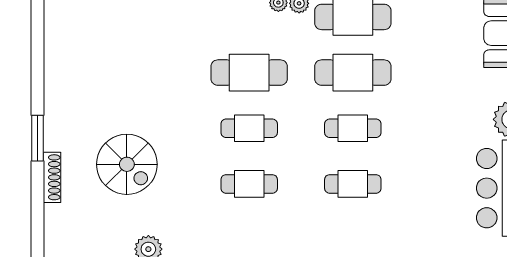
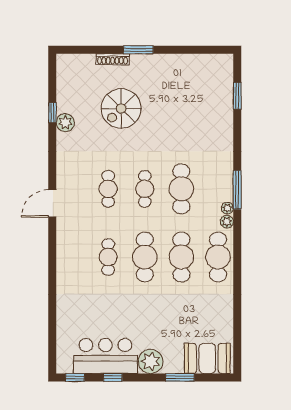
cafe table: (353, 128) -> (145, 257), width x1.37, depth x1.35

